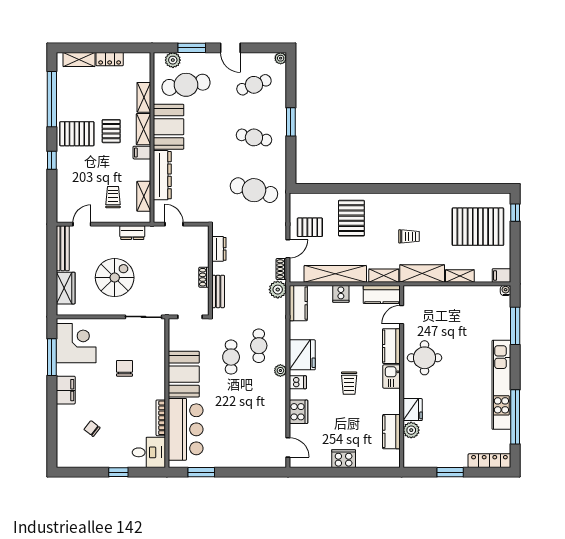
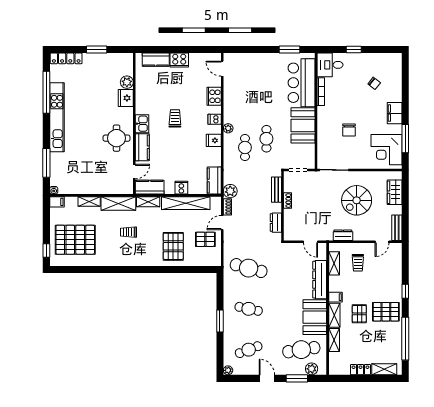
bench: (63, 248) -> (397, 228), width x0.73
fridge: (302, 355) -> (214, 140), width x0.53, depth x0.75
kitchen counter: (391, 432) -> (156, 60), moved, turned 90

